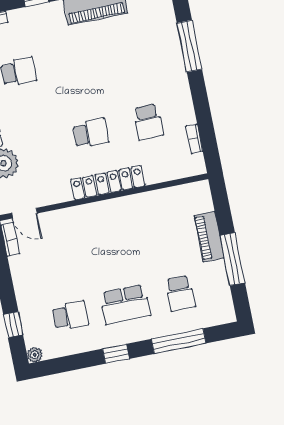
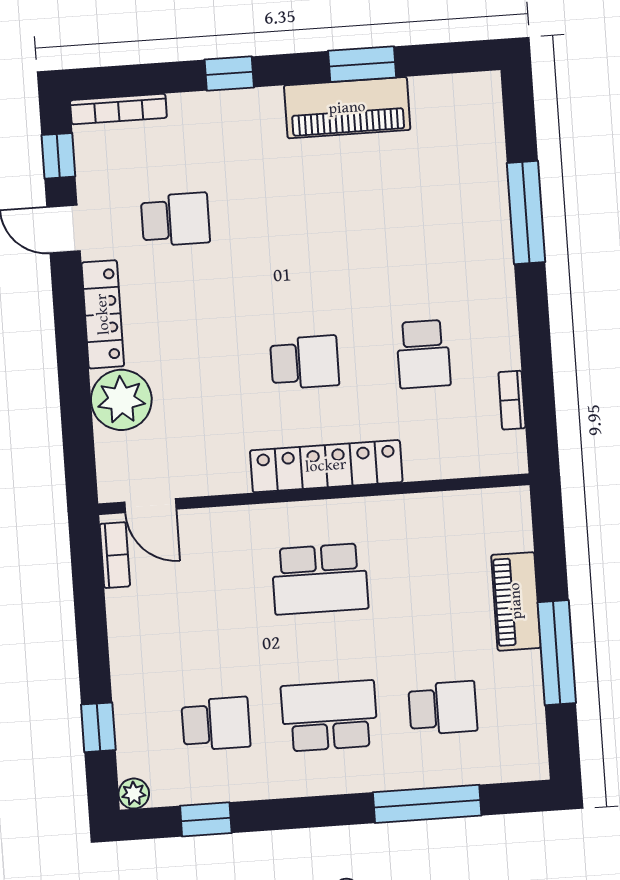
school desk: (112, 238) -> (320, 579), added
school desk: (180, 293) -> (443, 708), turned -90
school desk: (125, 304) -> (329, 716), turned 180
window: (116, 354) -> (206, 819), moved

